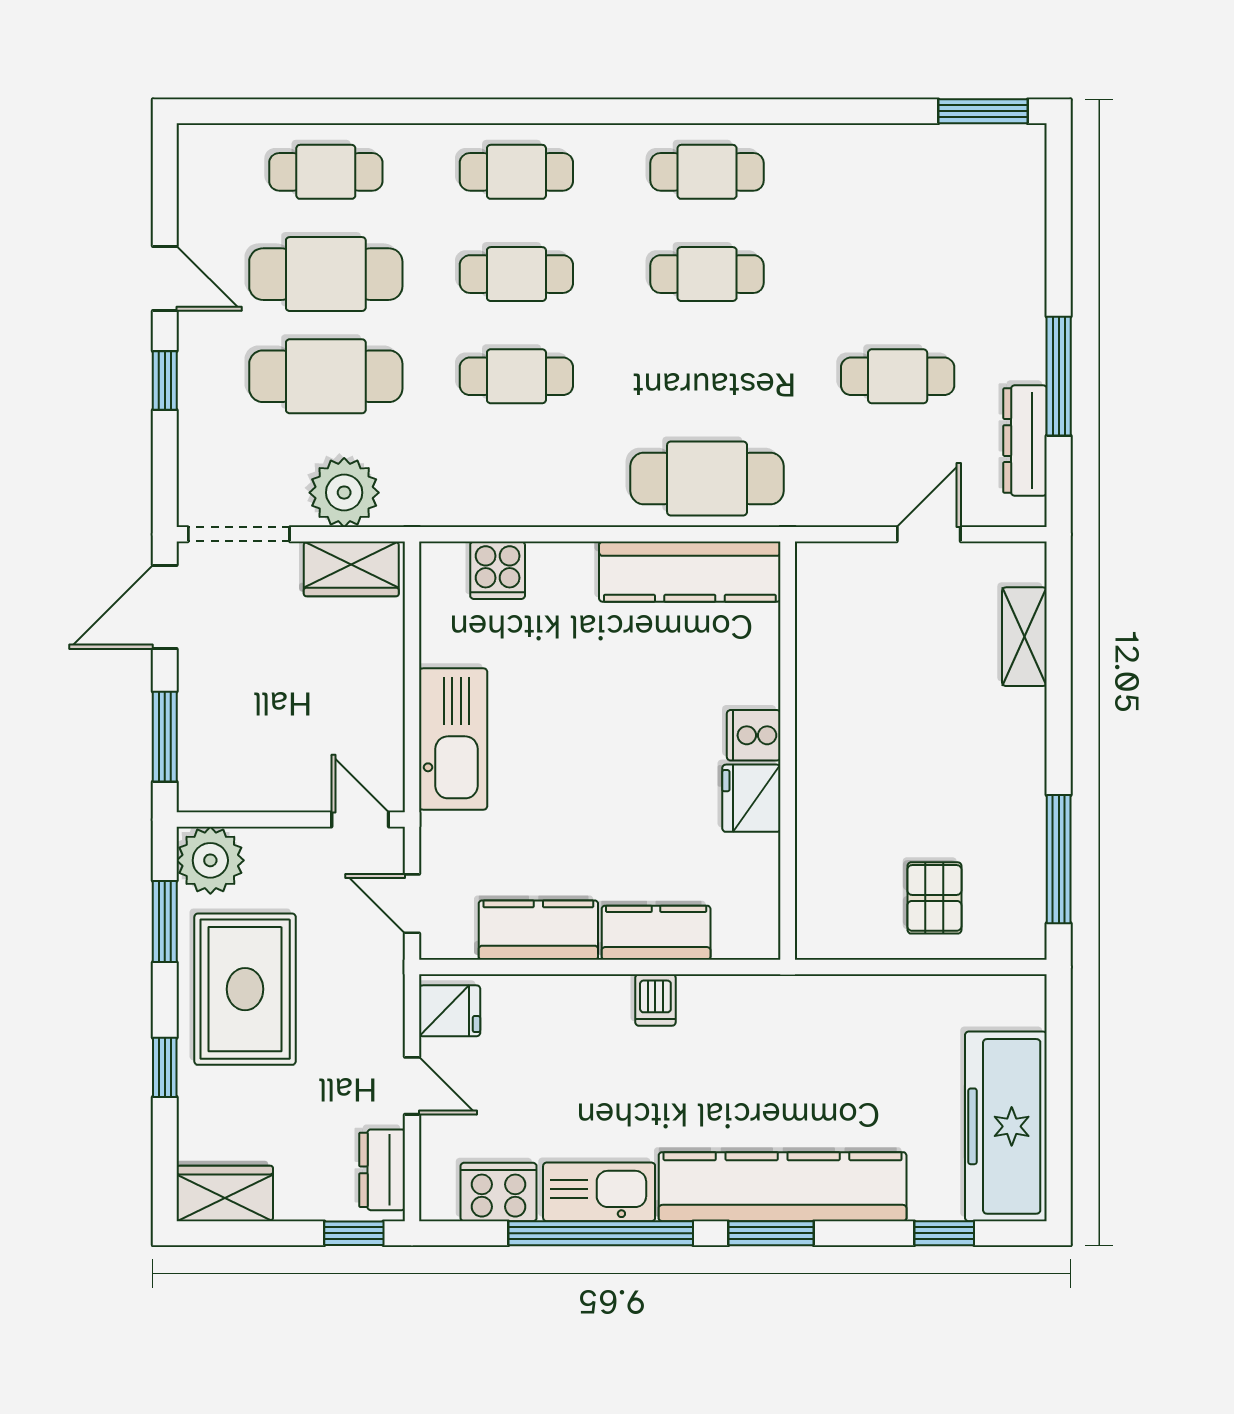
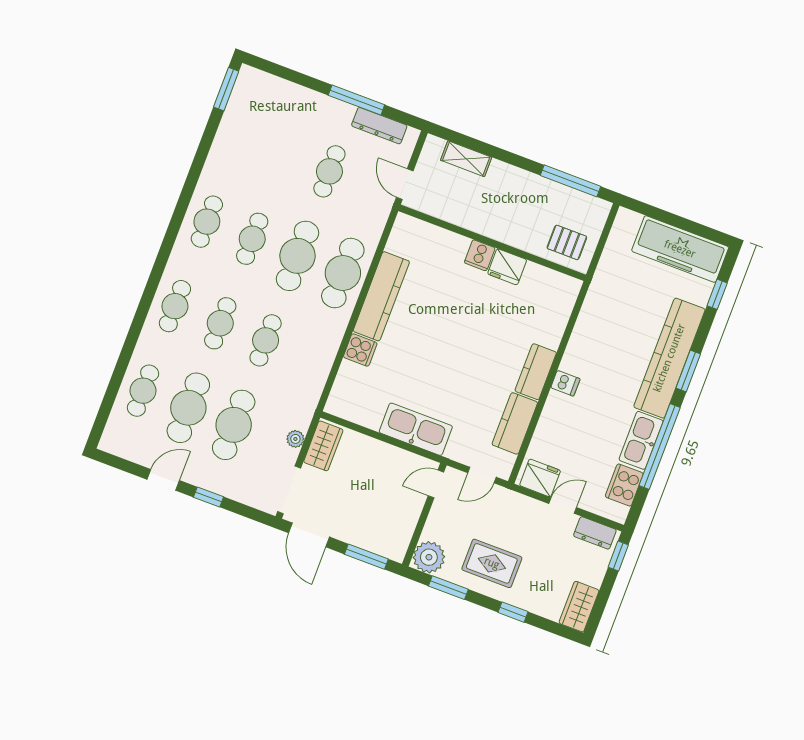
cafe table: (707, 376) -> (298, 256), added
plant: (344, 493) -> (295, 439), width x0.53, depth x0.53
cooker: (498, 570) -> (360, 350), moved
cooker: (754, 735) -> (480, 255), moved
wall: (788, 751) -> (492, 243), moved
fridge: (751, 798) -> (507, 267), moved
rug: (245, 989) -> (492, 563), width x0.73, depth x0.70
fridge: (450, 1011) -> (540, 478), width x1.38

